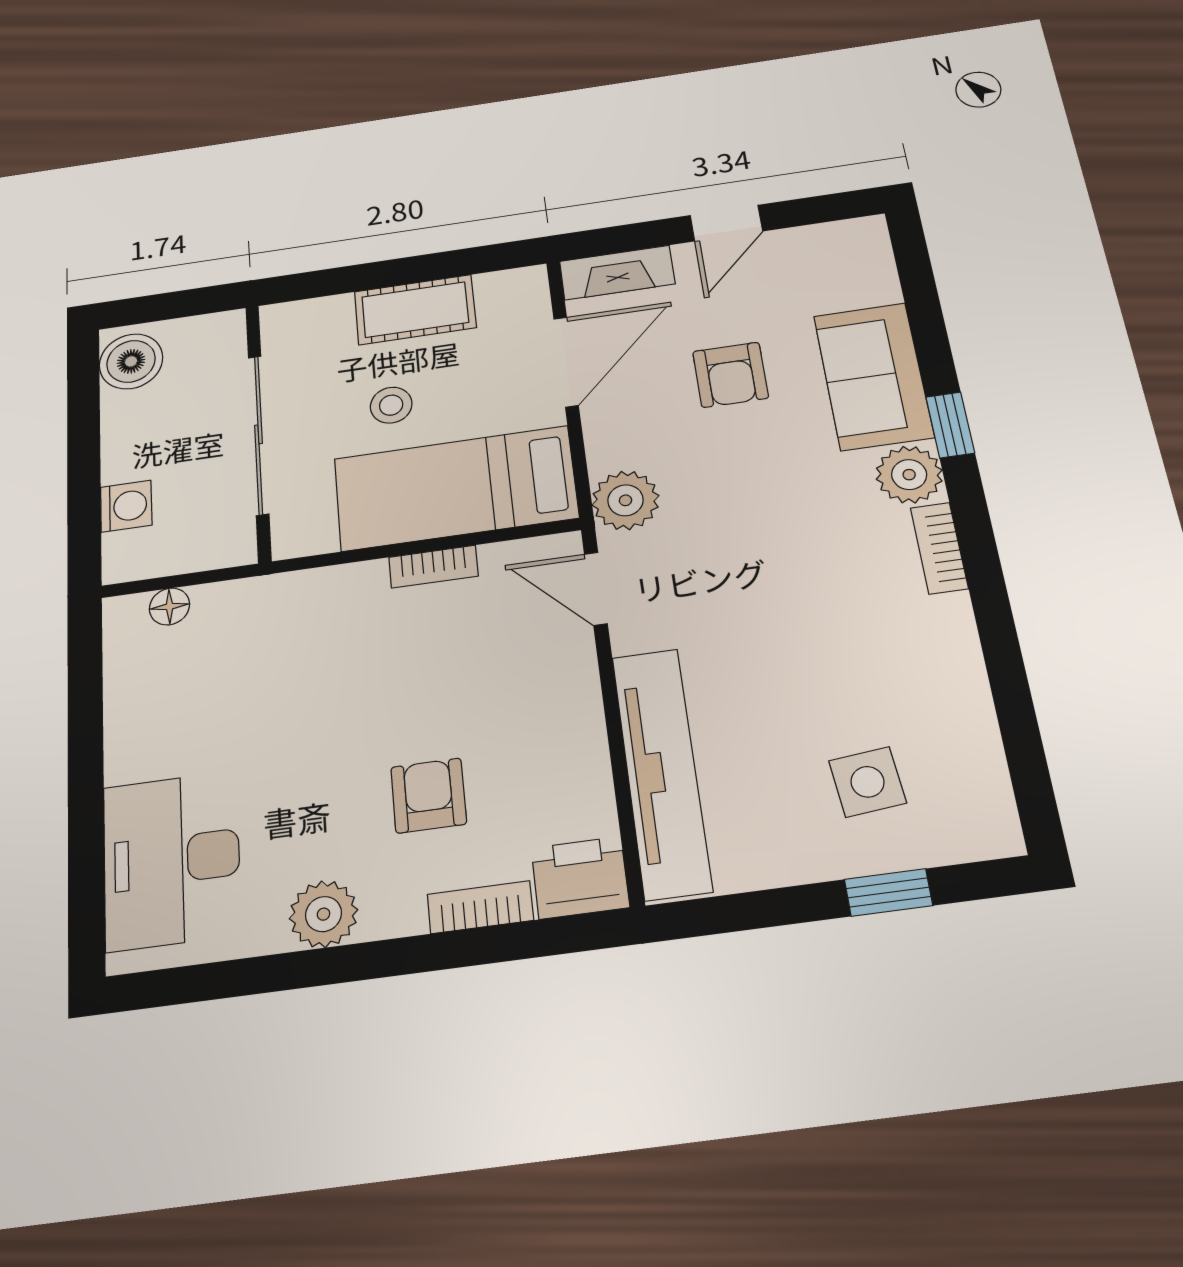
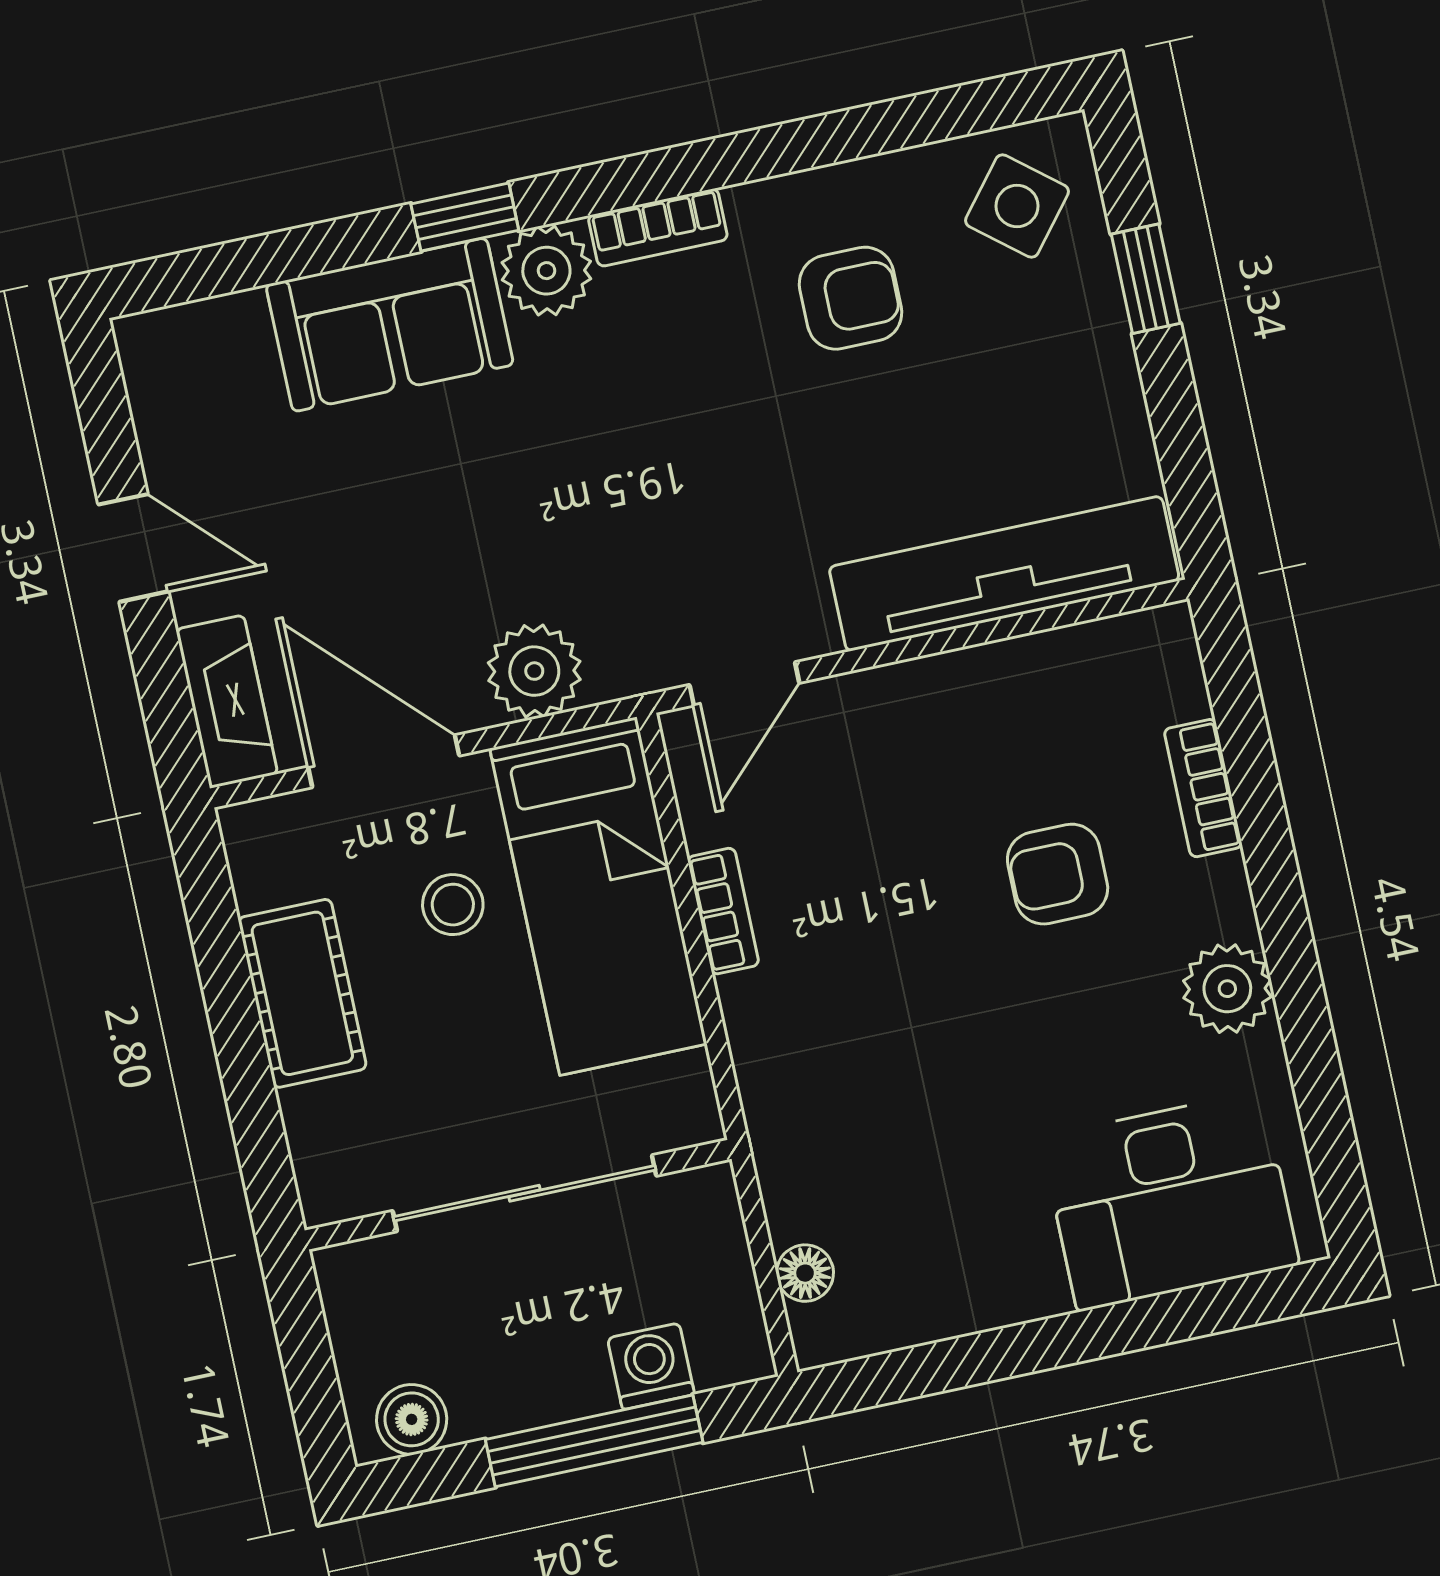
boiler: (131, 361) -> (412, 1419), width x0.73, depth x0.73
armchair: (731, 375) -> (851, 298), moved
stool: (391, 405) -> (453, 905), moved
window: (84, 469) -> (594, 1441), added
plant: (625, 500) -> (534, 671), moved
side table: (867, 782) -> (1017, 206), moved, turned 45
printer: (580, 878) -> (1155, 665), removed

